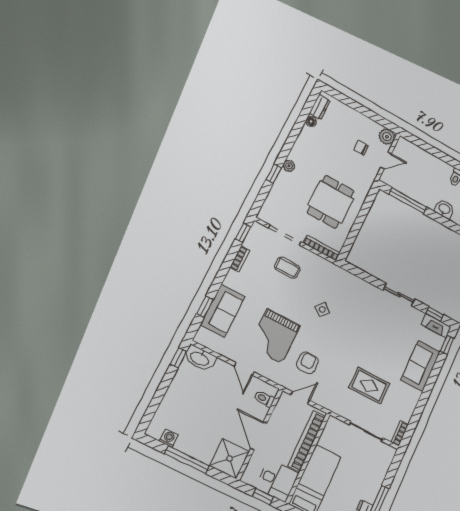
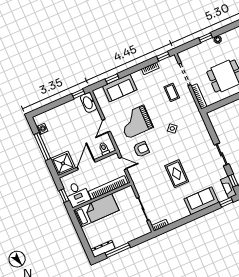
rug: (369, 386) -> (177, 174), moved

